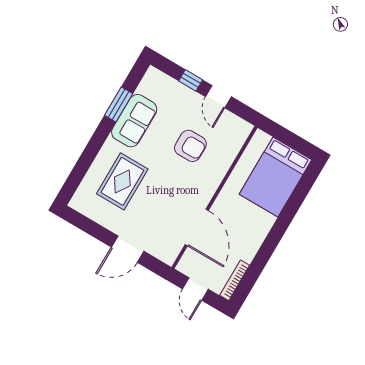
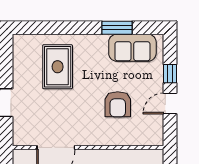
sofa: (134, 121) -> (132, 48), moved
rug: (122, 181) -> (58, 67), turned 90

